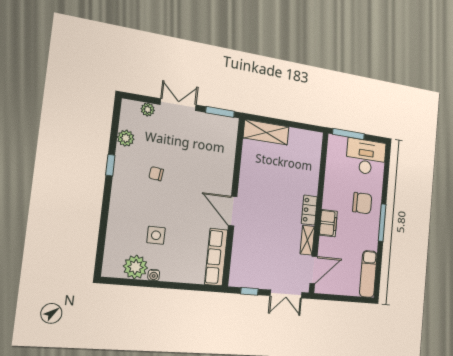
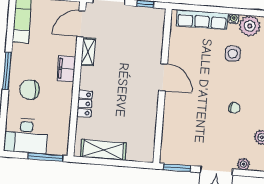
shelving: (266, 132) -> (103, 150), moved
locker: (309, 210) -> (85, 104), moved
row of seats: (216, 257) -> (202, 20), moved, turned 90

